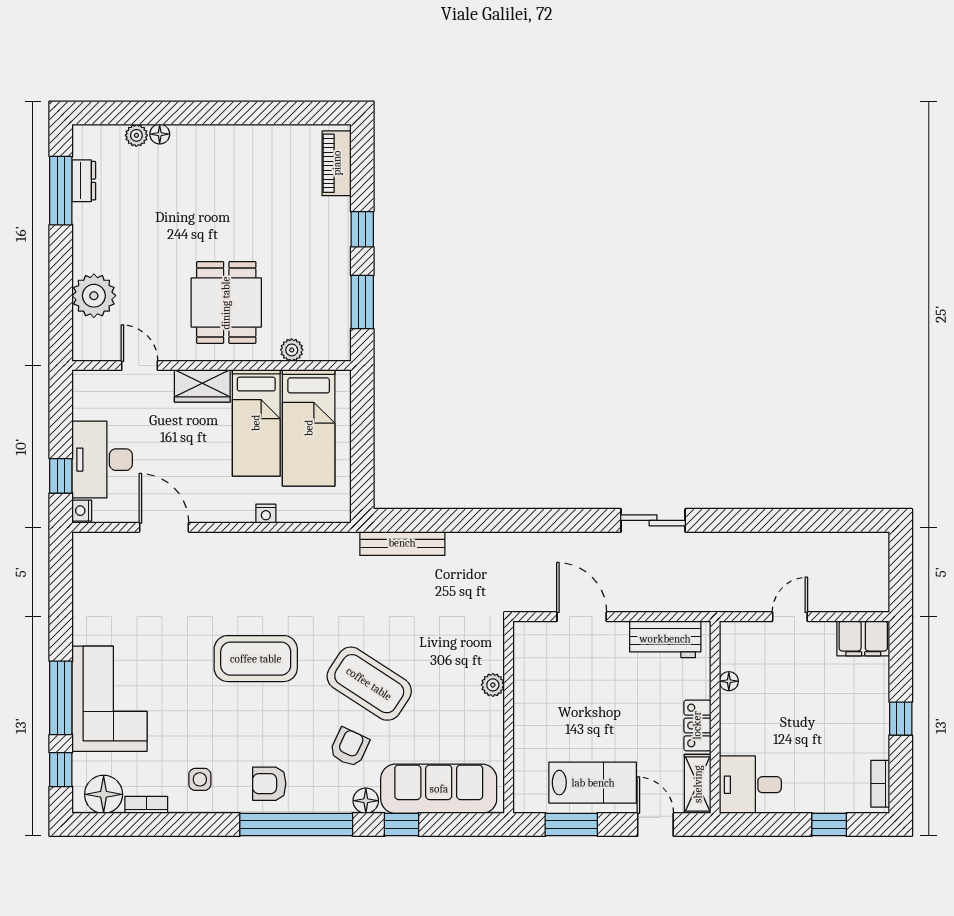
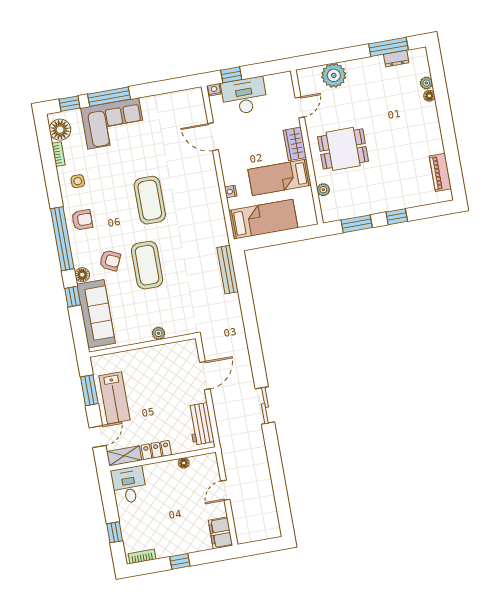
piano: (337, 163) -> (440, 172), moved, turned -90
bed: (309, 428) -> (263, 219), moved, turned 180
door: (164, 527) -> (213, 137), swing flipped
door: (790, 617) -> (225, 490), swing flipped
coffee table: (369, 684) -> (147, 265), turned -33
armchair: (269, 784) -> (82, 220), turned 90

